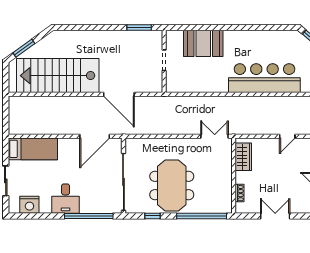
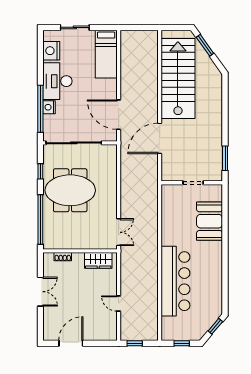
desk: (66, 199) -> (57, 81), width x1.37
nightstand: (87, 207) -> (49, 107), added

